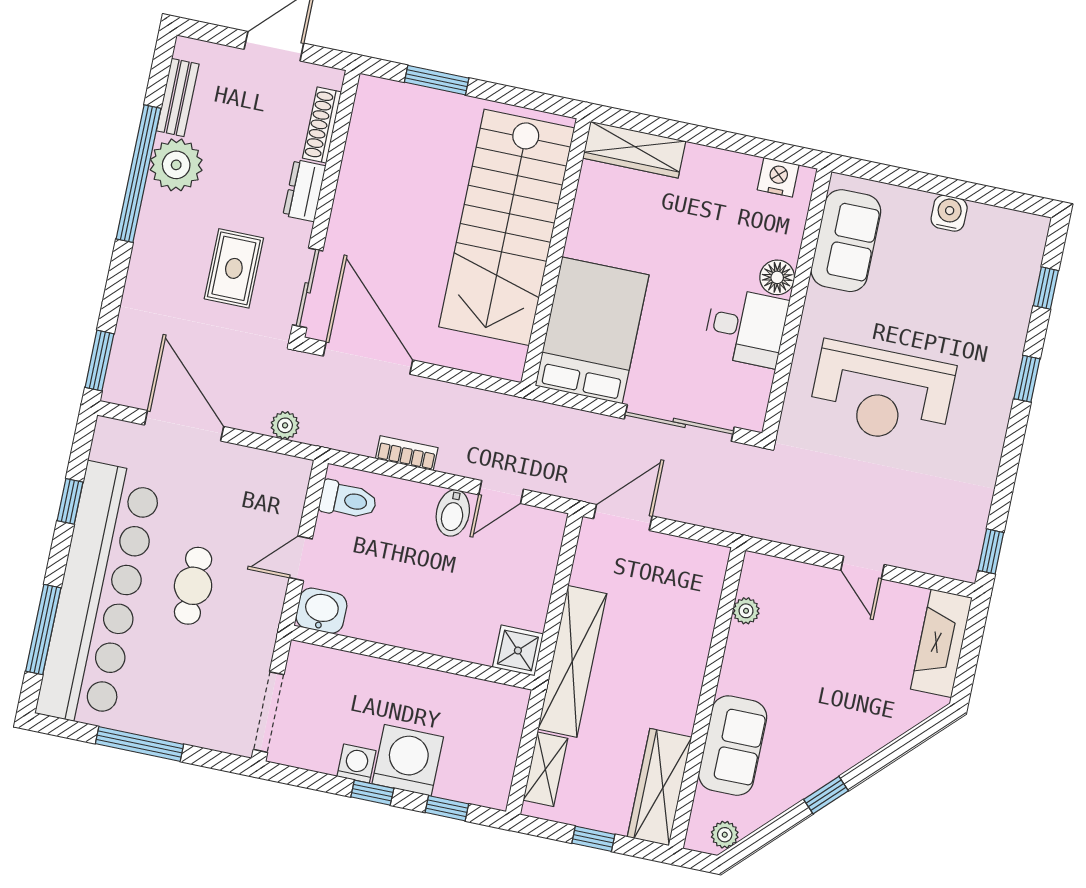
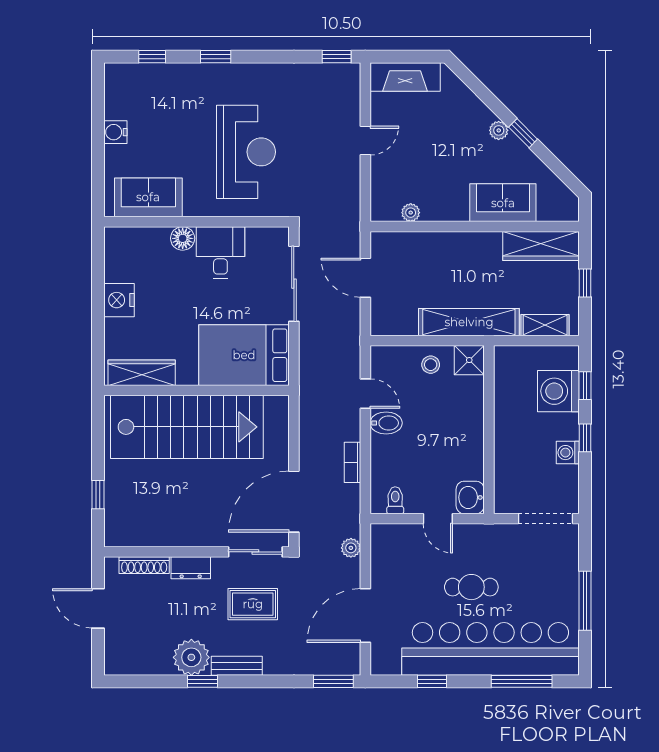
window: (437, 80) -> (98, 495), width x0.67
bench: (178, 97) -> (237, 666), moved
wardrobe: (634, 150) -> (142, 373), moved, turned -90
window: (138, 174) -> (203, 681), width x0.32
nightstand: (778, 177) -> (119, 300), moved, width x1.36, depth x1.33
toilet: (348, 500) -> (395, 500), width x0.73, depth x0.72
door: (623, 517) -> (365, 278), moved
stool: (523, 594) -> (431, 365), added
washing machine: (408, 760) -> (558, 391), moved
plant: (725, 835) -> (499, 130), moved

